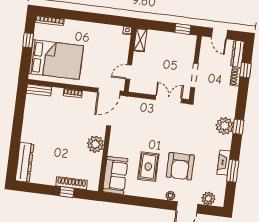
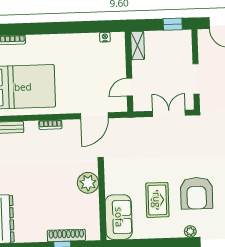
shelving: (140, 40) -> (138, 46), moved
wall: (130, 60) -> (129, 72), moved
door: (129, 72) -> (130, 87), moved

